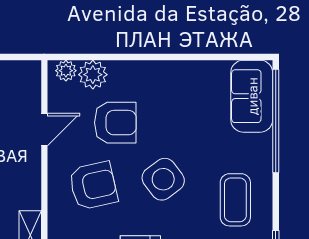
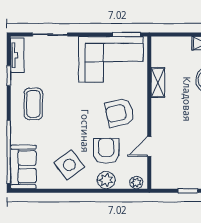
plant: (93, 75) -> (106, 180), moved
armchair: (115, 123) -> (106, 151), turned 90
side table: (163, 179) -> (69, 165), moved

